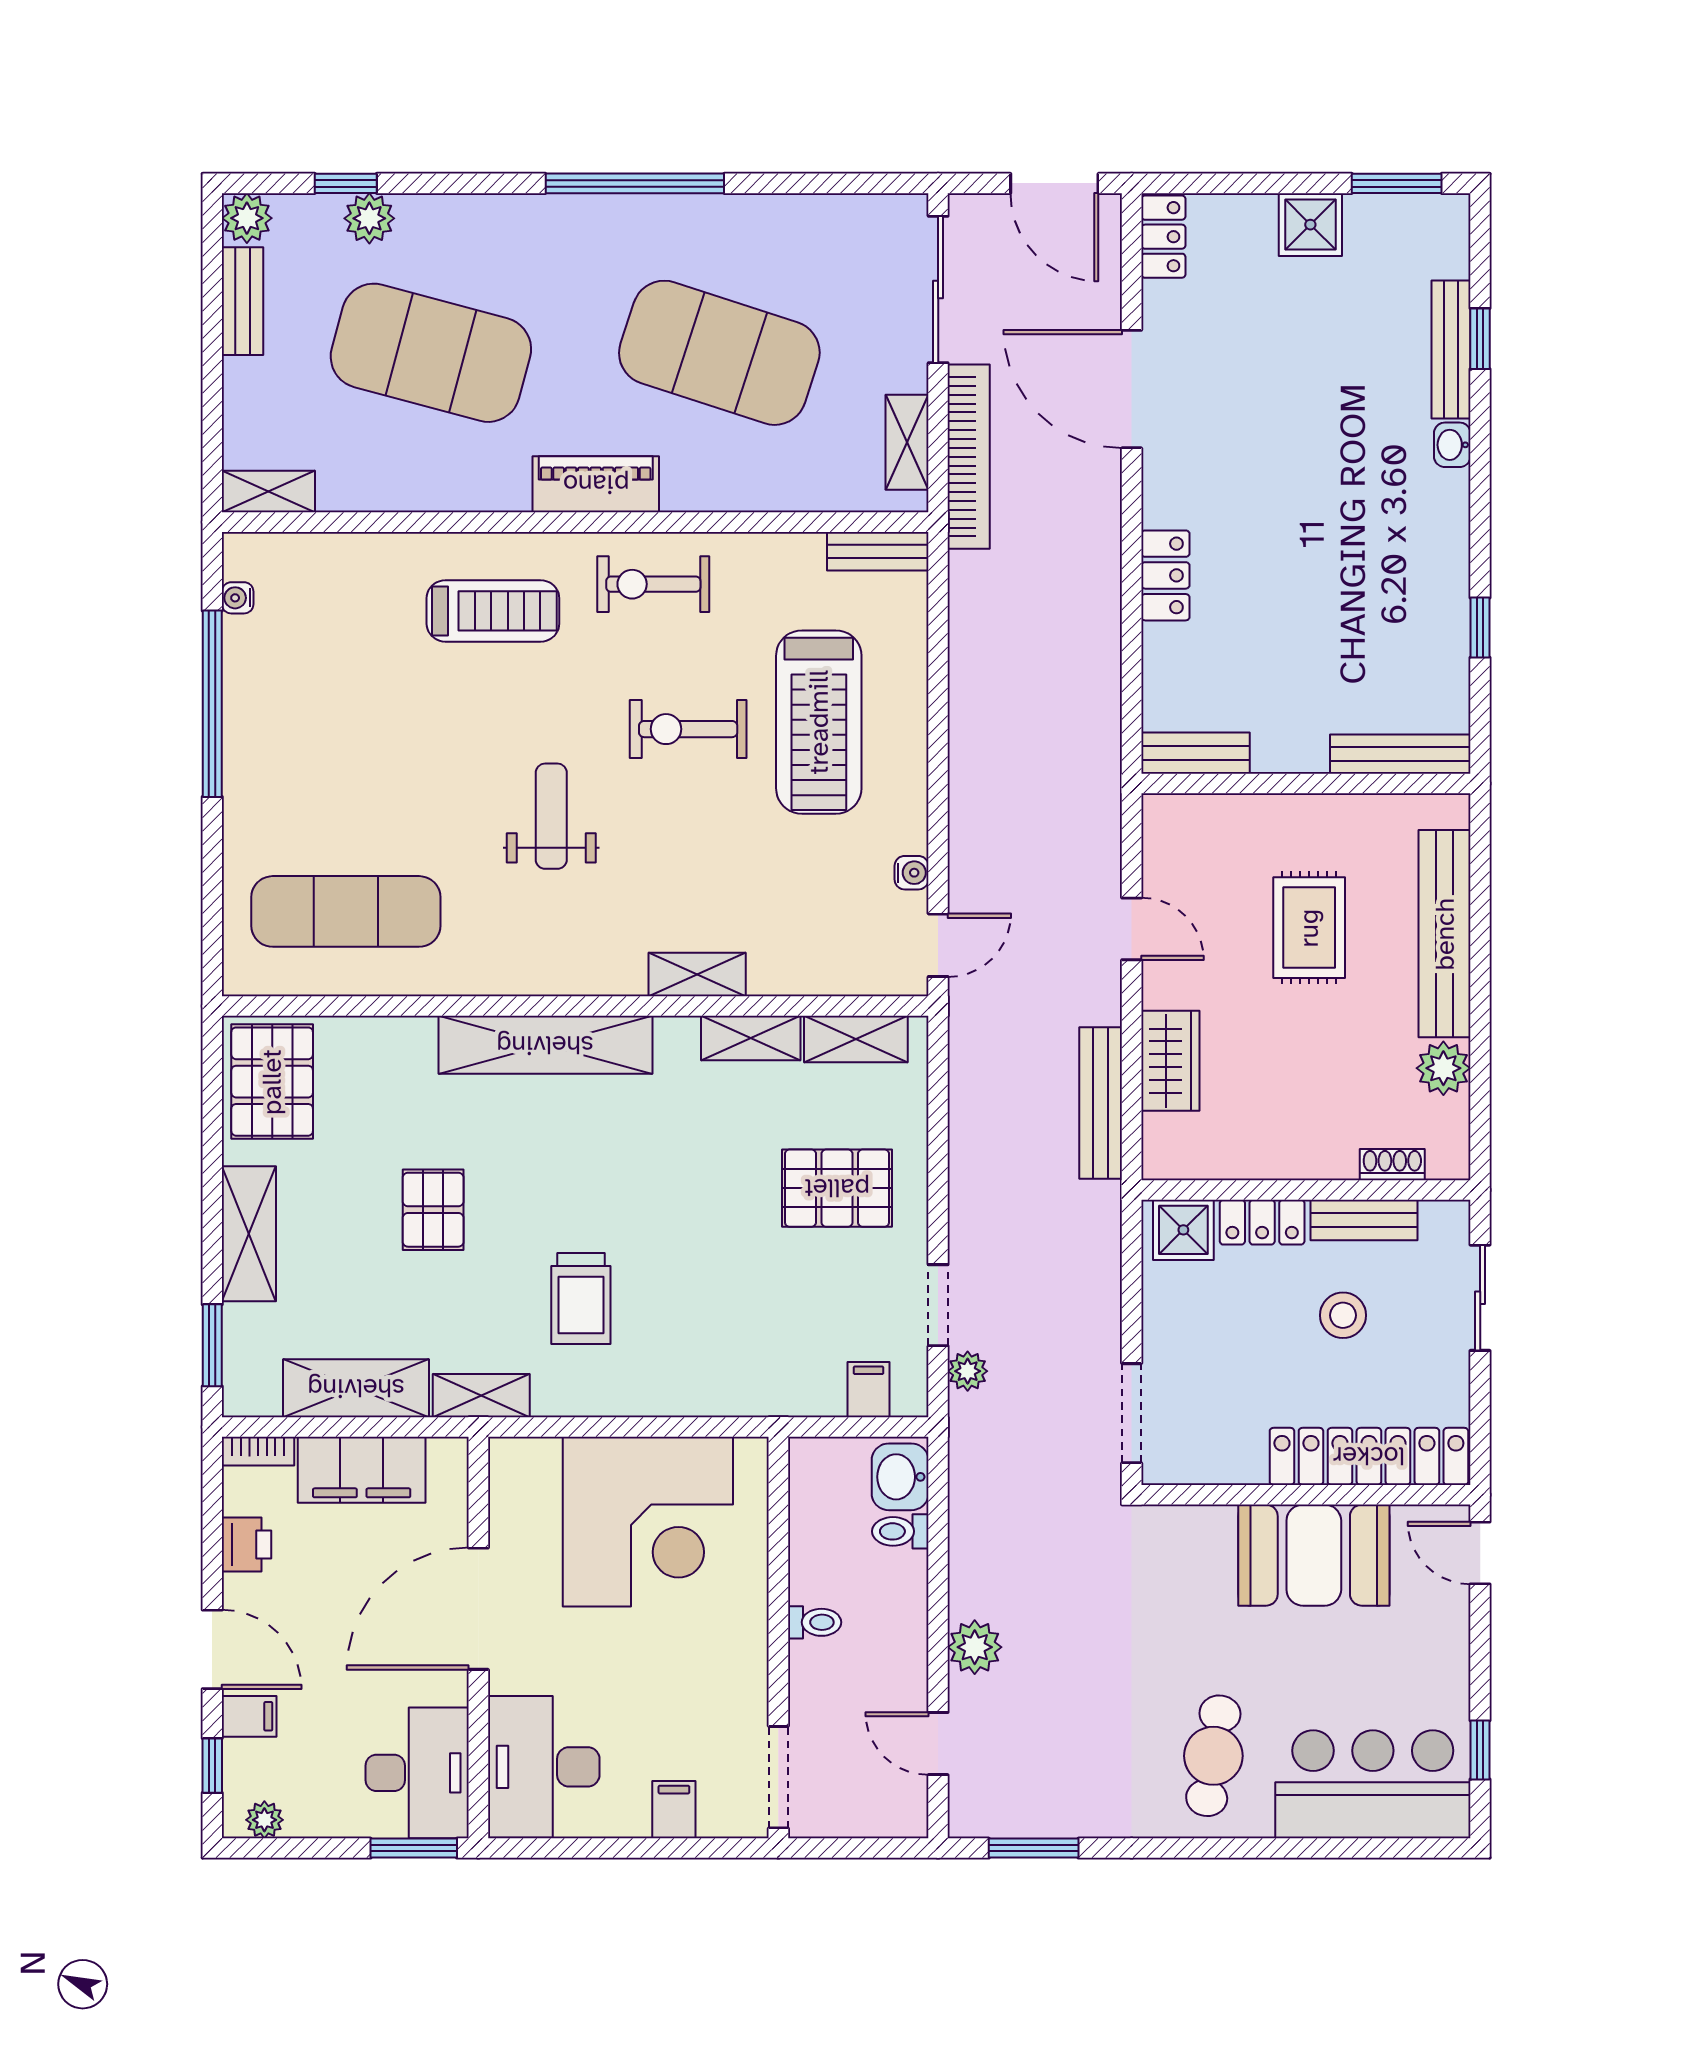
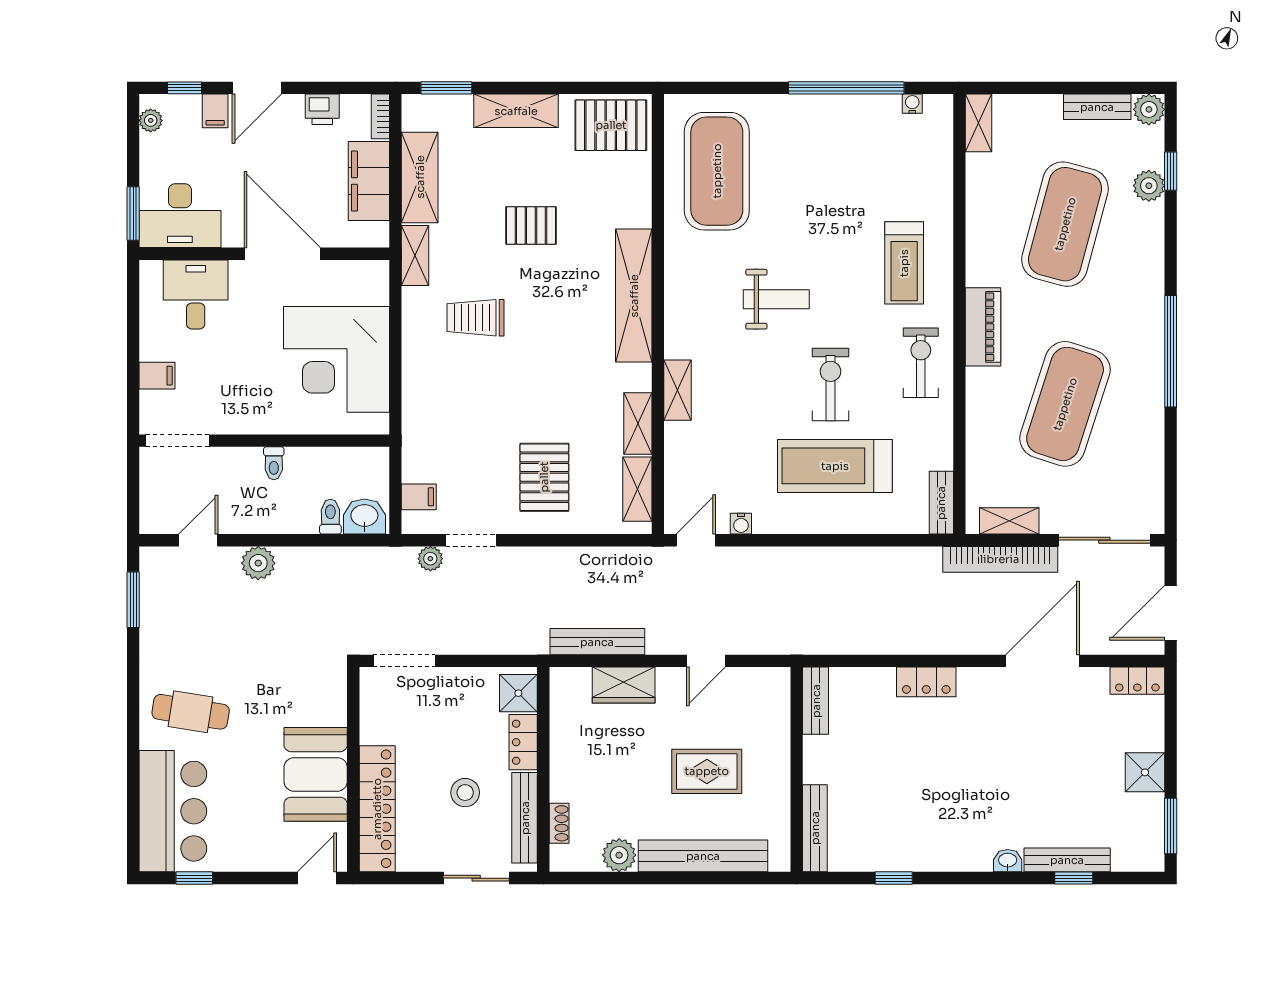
exercise mat: (346, 911) -> (717, 171), width x1.47
door: (938, 945) -> (696, 540), swing flipped
bench: (1364, 1220) -> (525, 818), width x1.36
desk: (544, 1767) -> (196, 294), width x0.73

